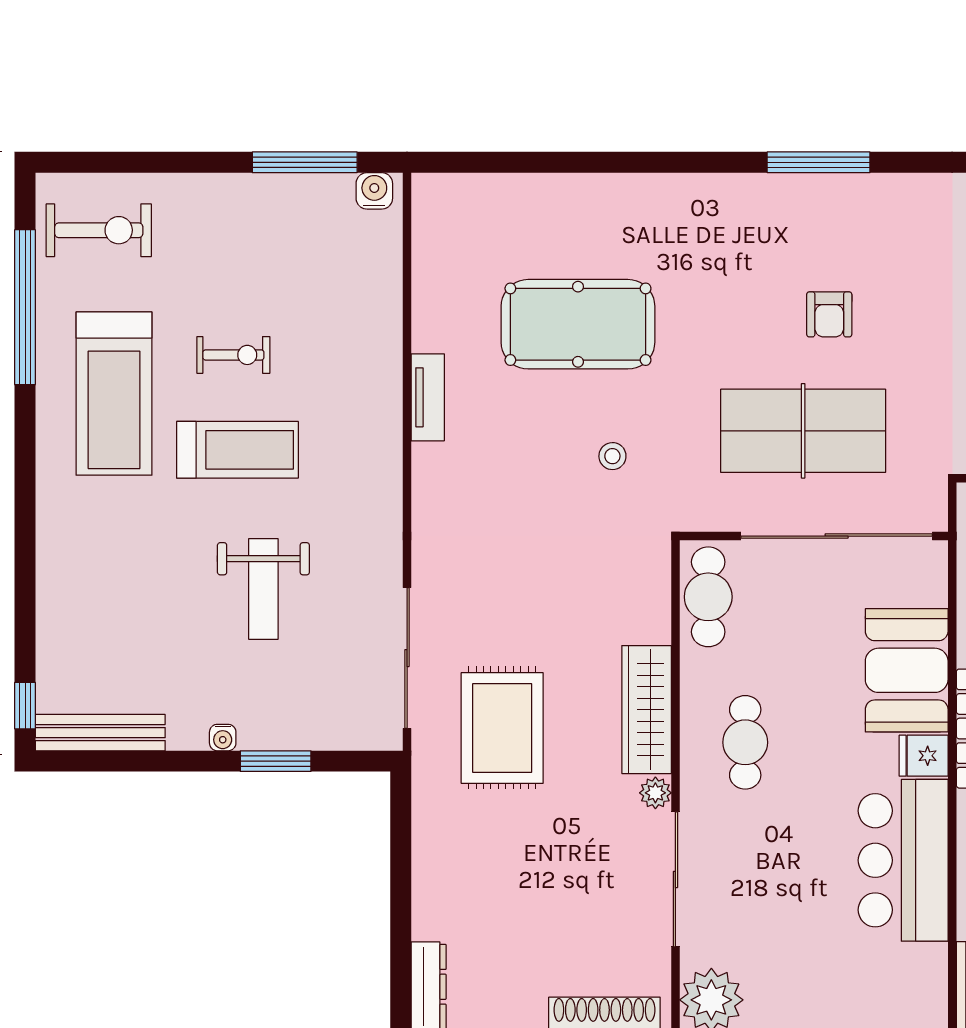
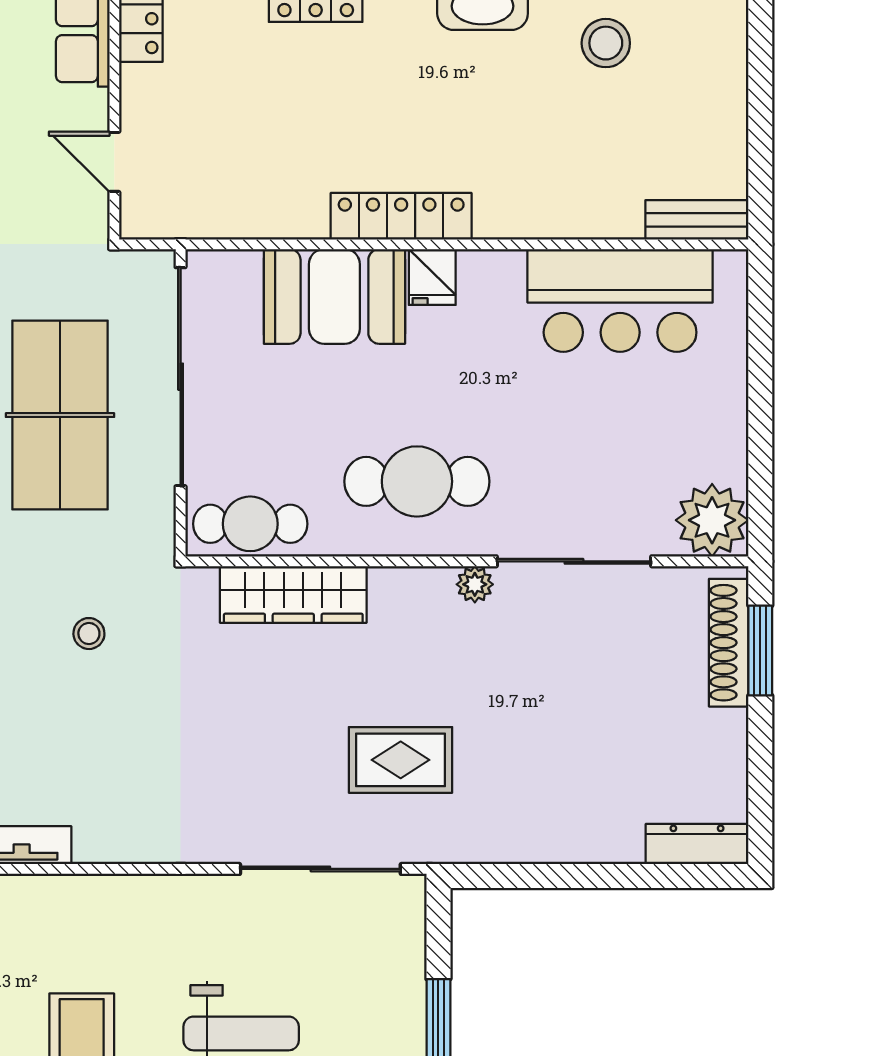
wardrobe: (647, 710) -> (293, 594), moved
rug: (502, 728) -> (401, 760), width x0.73, depth x0.70
cafe table: (745, 742) -> (417, 481), width x1.37, depth x1.35
bar counter: (903, 860) -> (620, 300), moved

